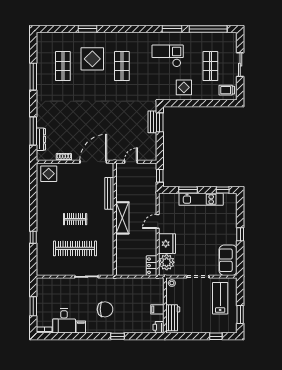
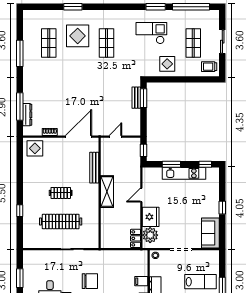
lab bench: (220, 298) -> (201, 282), moved, turned 90

